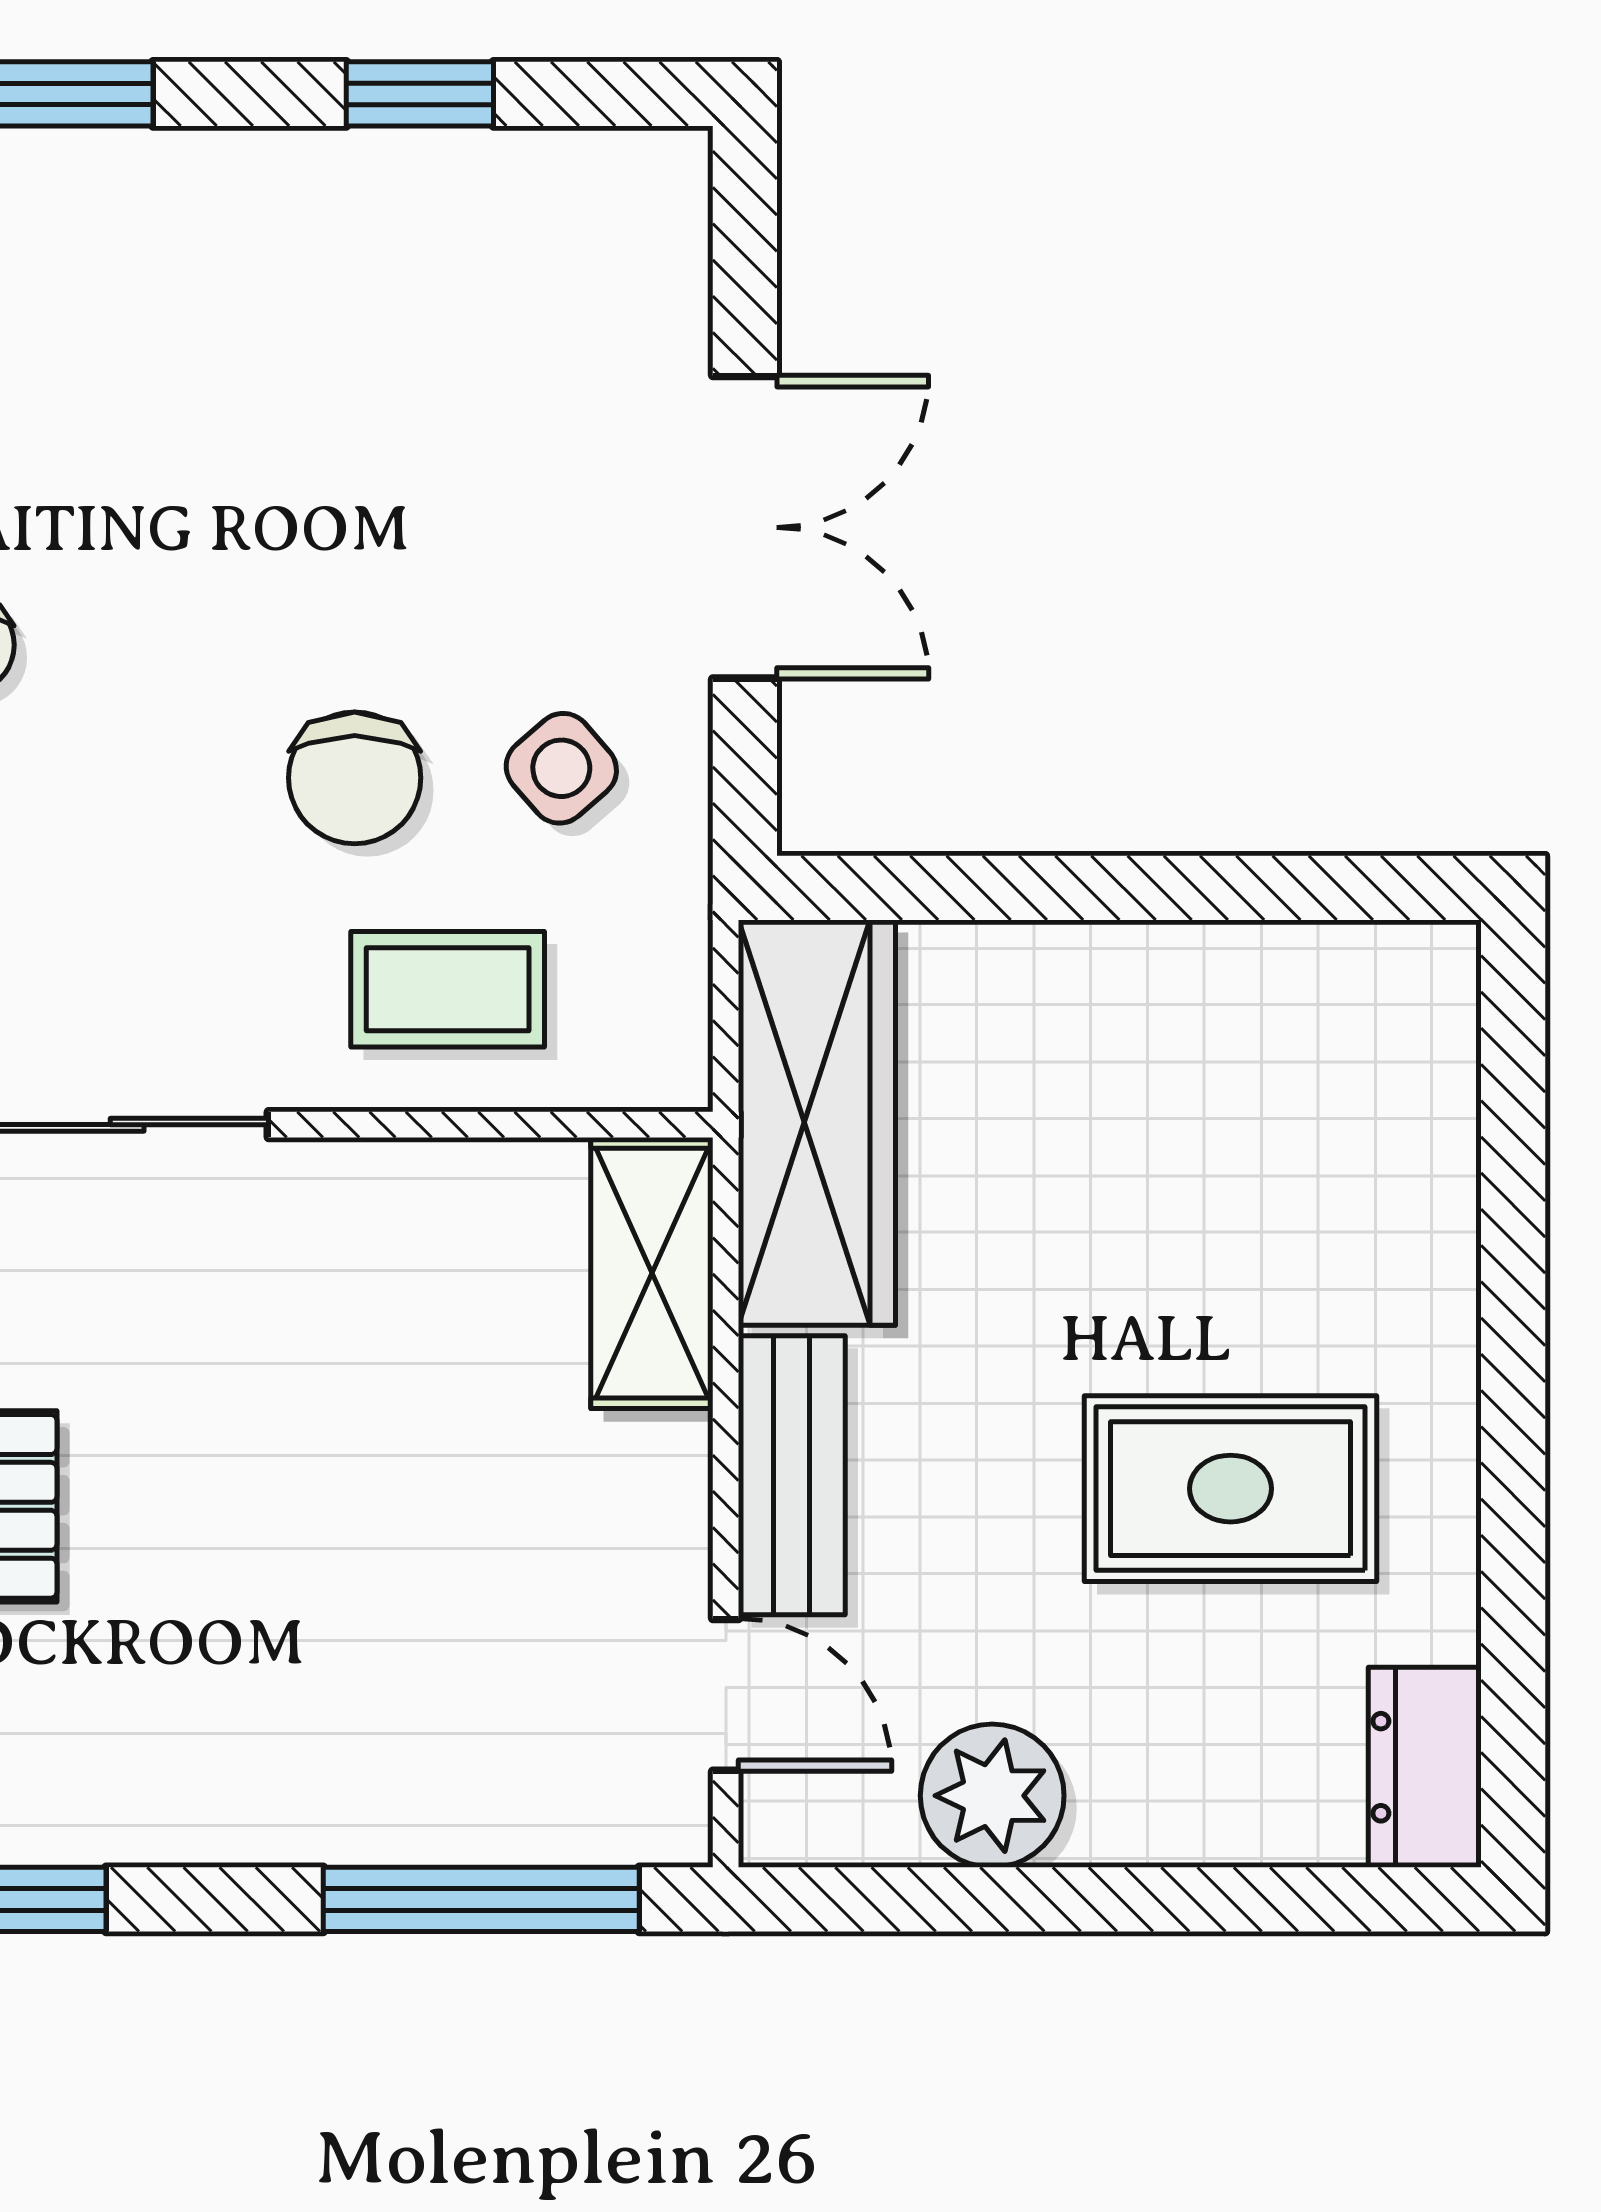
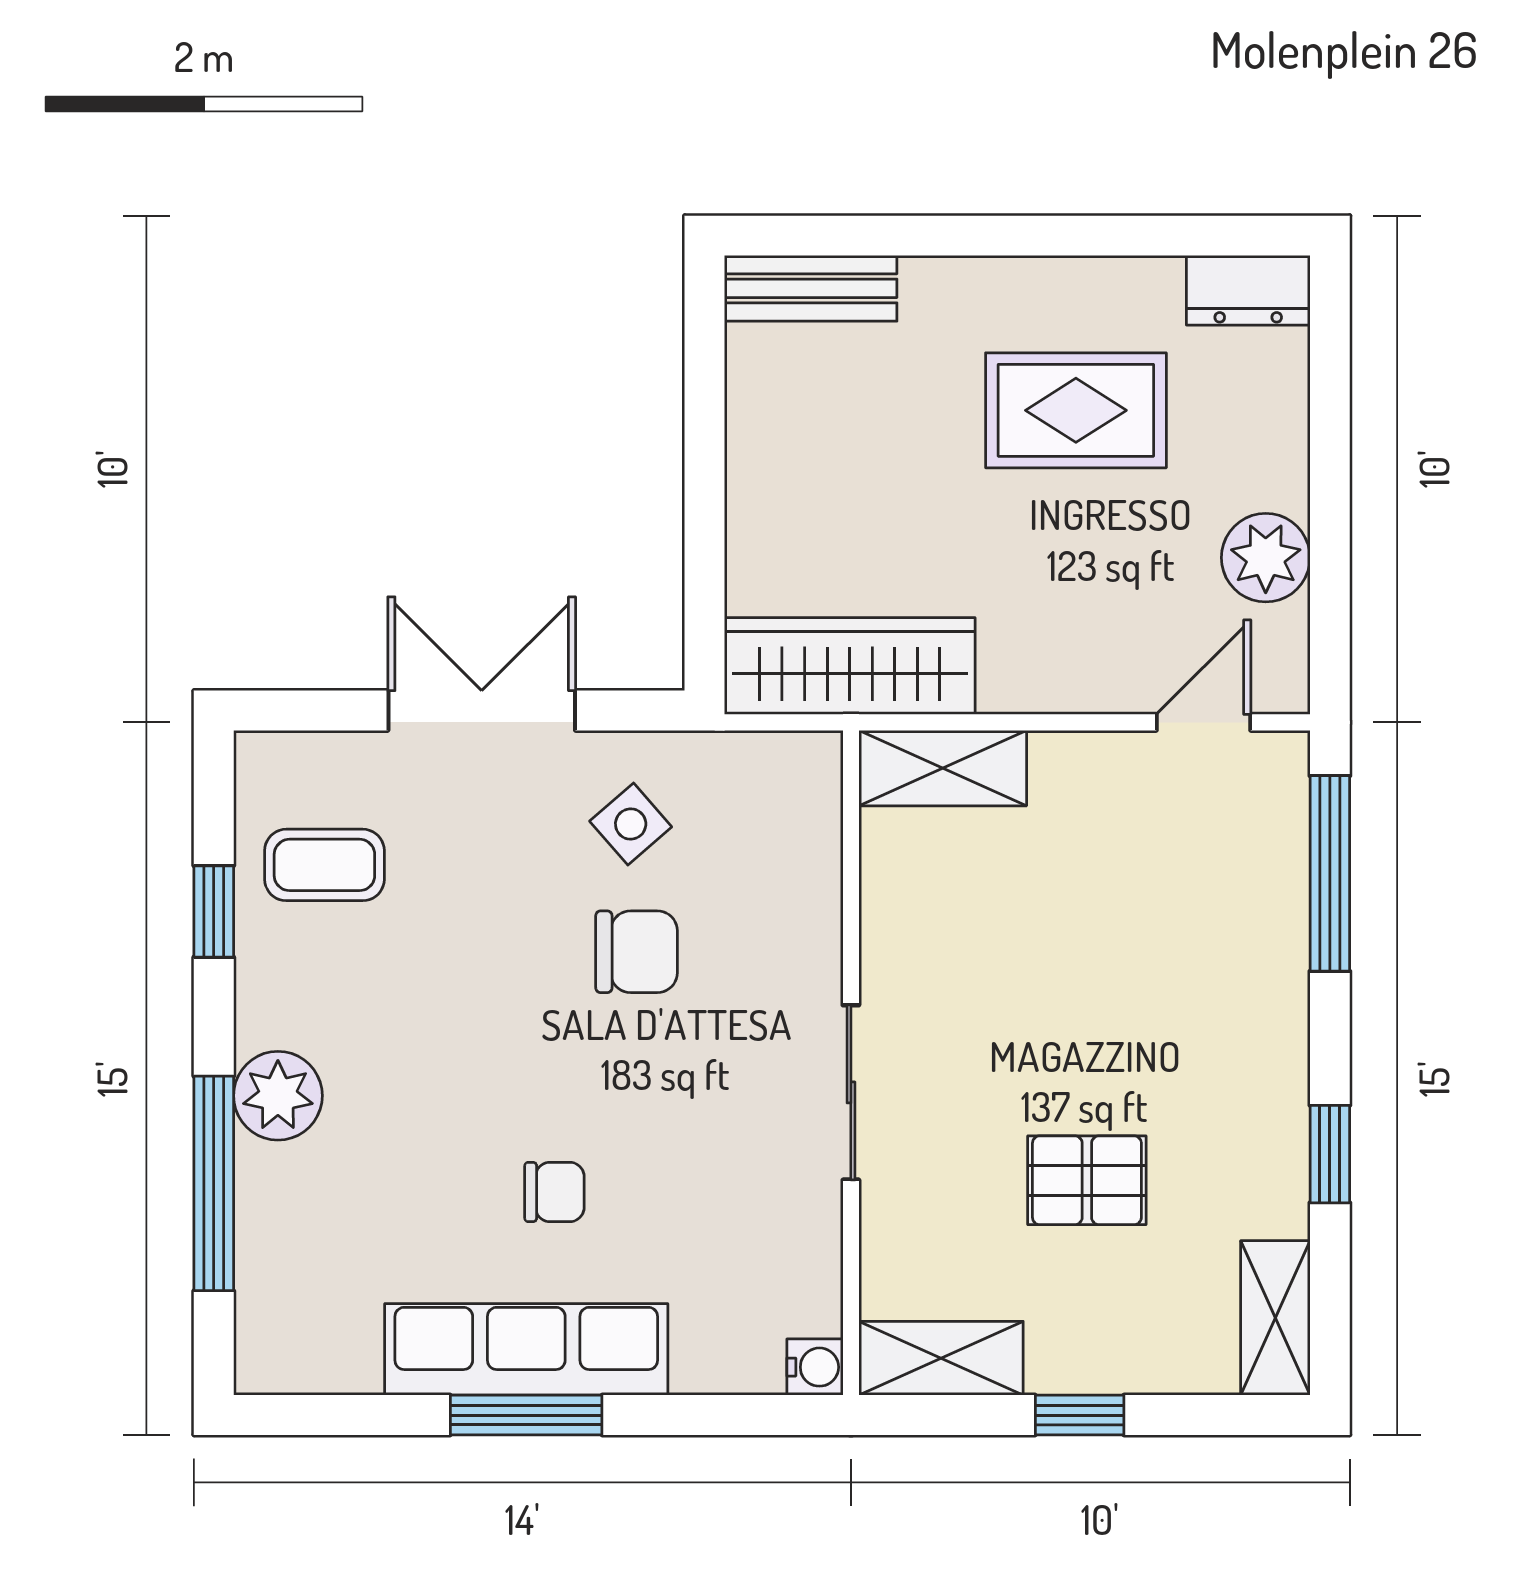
plant: (122, 198) -> (278, 1096), added
coffee table: (448, 989) -> (324, 865), moved, turned 90
bench: (792, 1475) -> (811, 288), moved
rug: (1231, 1489) -> (1076, 410), turned 90

